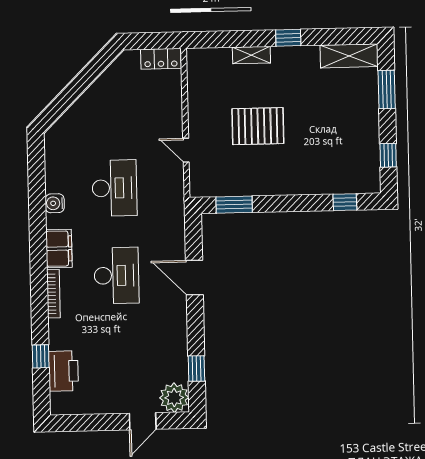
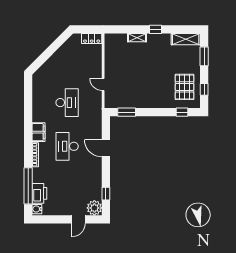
pallet: (258, 126) -> (185, 87), moved, turned 90
water cooler: (55, 203) -> (37, 209), moved
desk: (117, 276) -> (67, 146), turned 180
window: (41, 356) -> (28, 186), width x3.17

